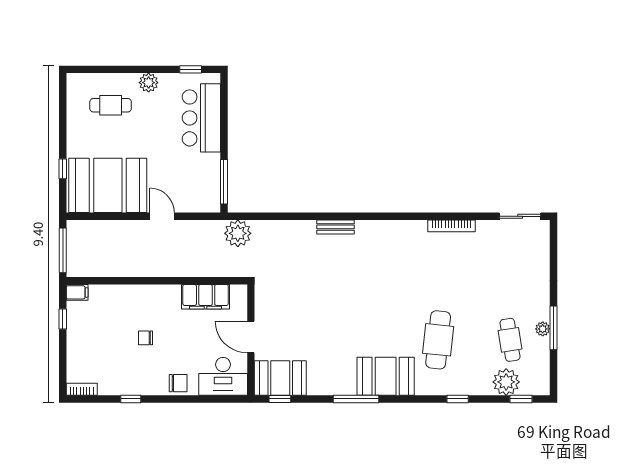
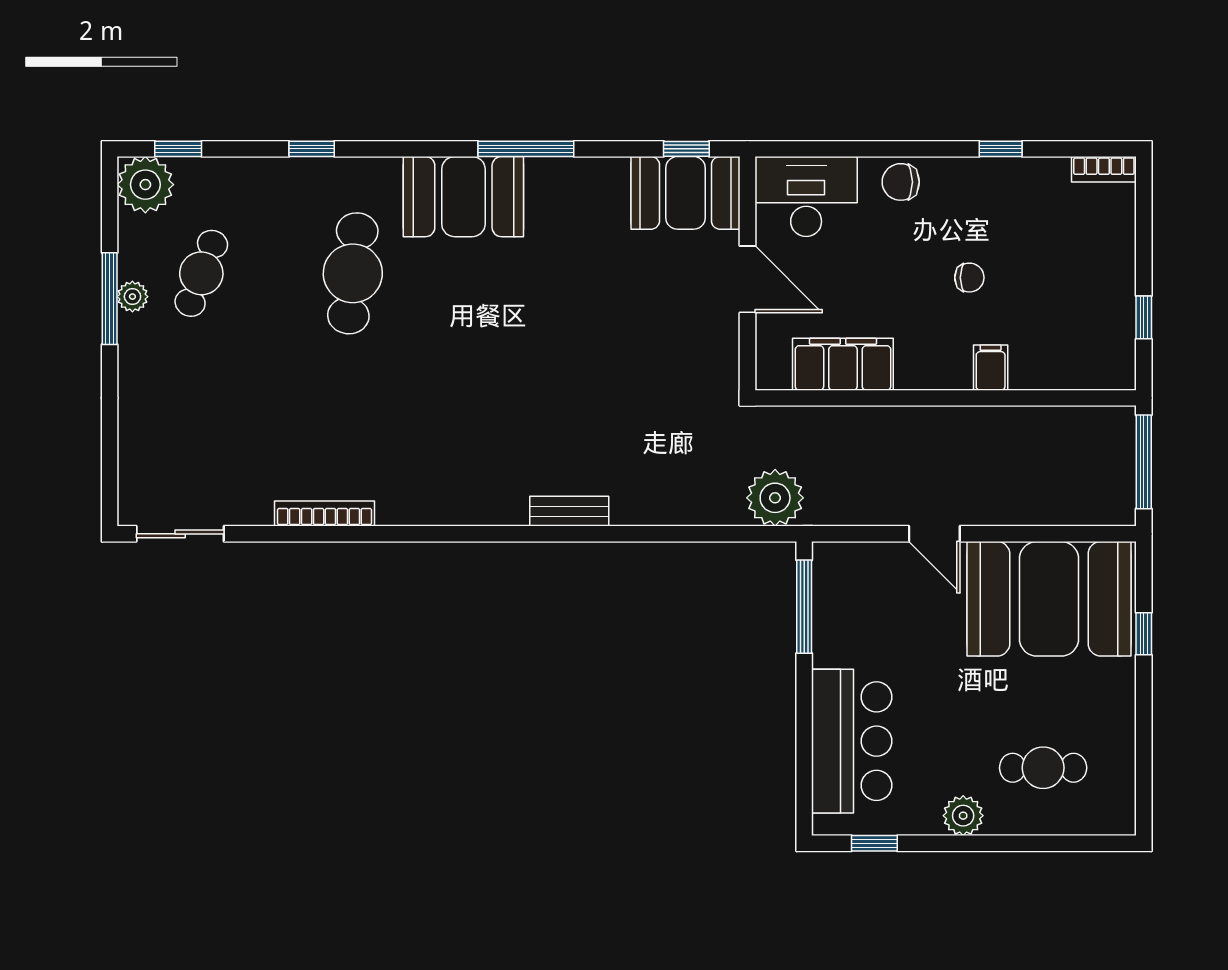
filing cabinet: (77, 292) -> (991, 368), moved, turned 90
cafe table: (510, 340) -> (201, 273), turned 30
plant: (506, 382) -> (145, 185), moved

